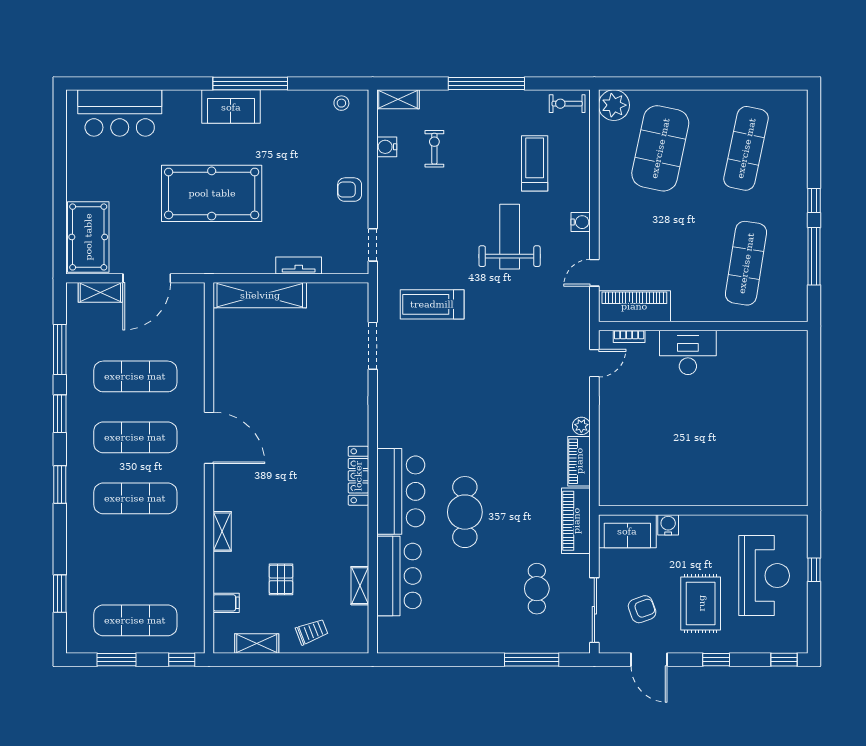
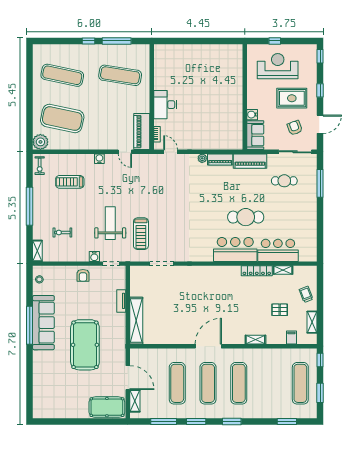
sofa: (231, 107) -> (43, 323), width x1.85, depth x1.27
bar counter: (120, 113) -> (44, 391), removed
water cooler: (387, 147) -> (94, 257), moved
weight bench: (510, 237) -> (110, 223), moved, turned 90
locker: (358, 476) -> (257, 271), moved

